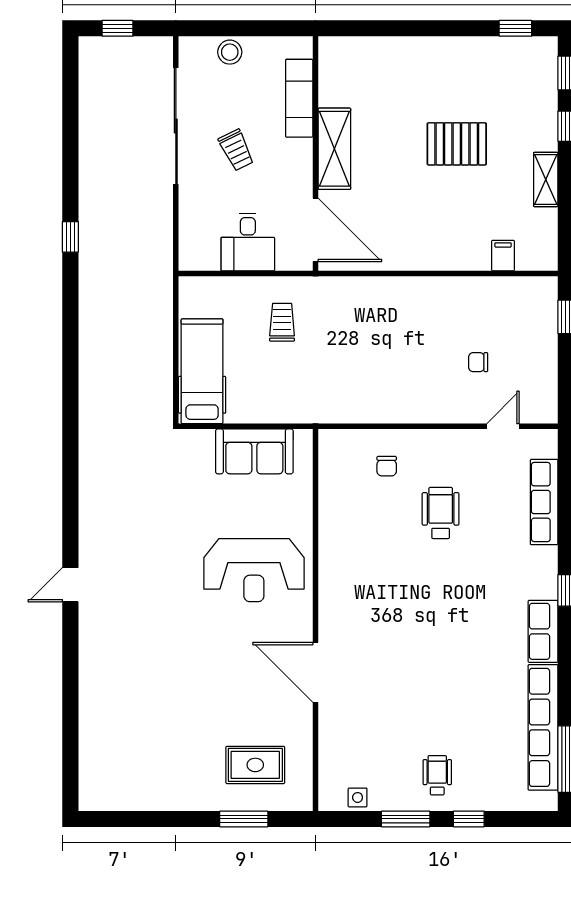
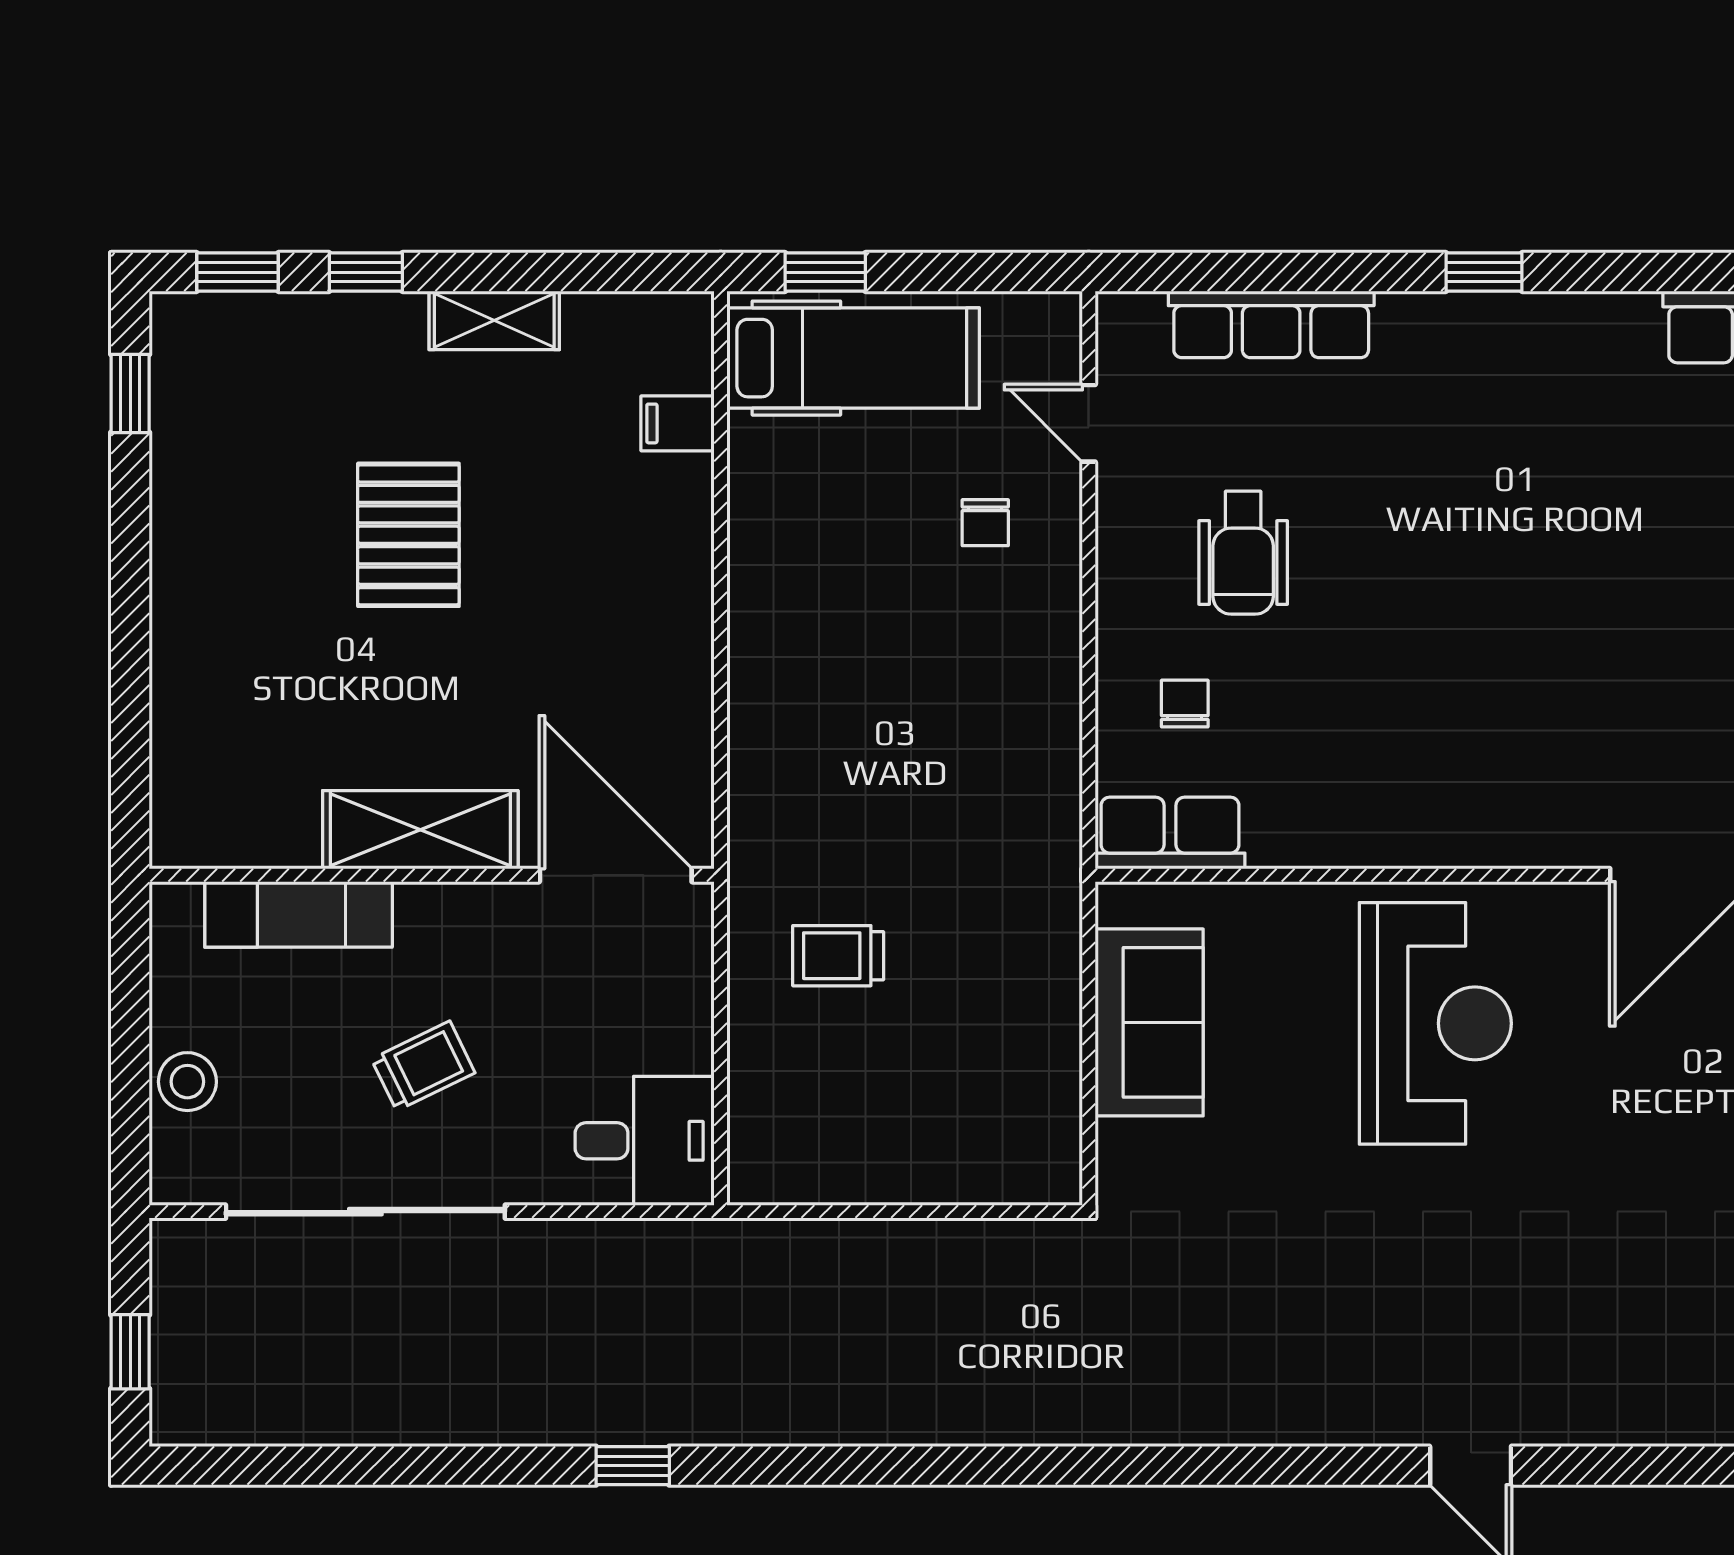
door: (315, 230) -> (616, 875), hinge flipped
desk: (248, 242) -> (645, 1141), moved
chair: (478, 362) -> (985, 523), moved
hospital bed: (202, 371) -> (853, 358), moved, turned 180
chair: (387, 466) -> (1185, 704), turned -90
wheelchair: (441, 513) -> (1243, 553), moved, turned -90
row of seats: (543, 631) -> (1170, 833), moved, turned 180

